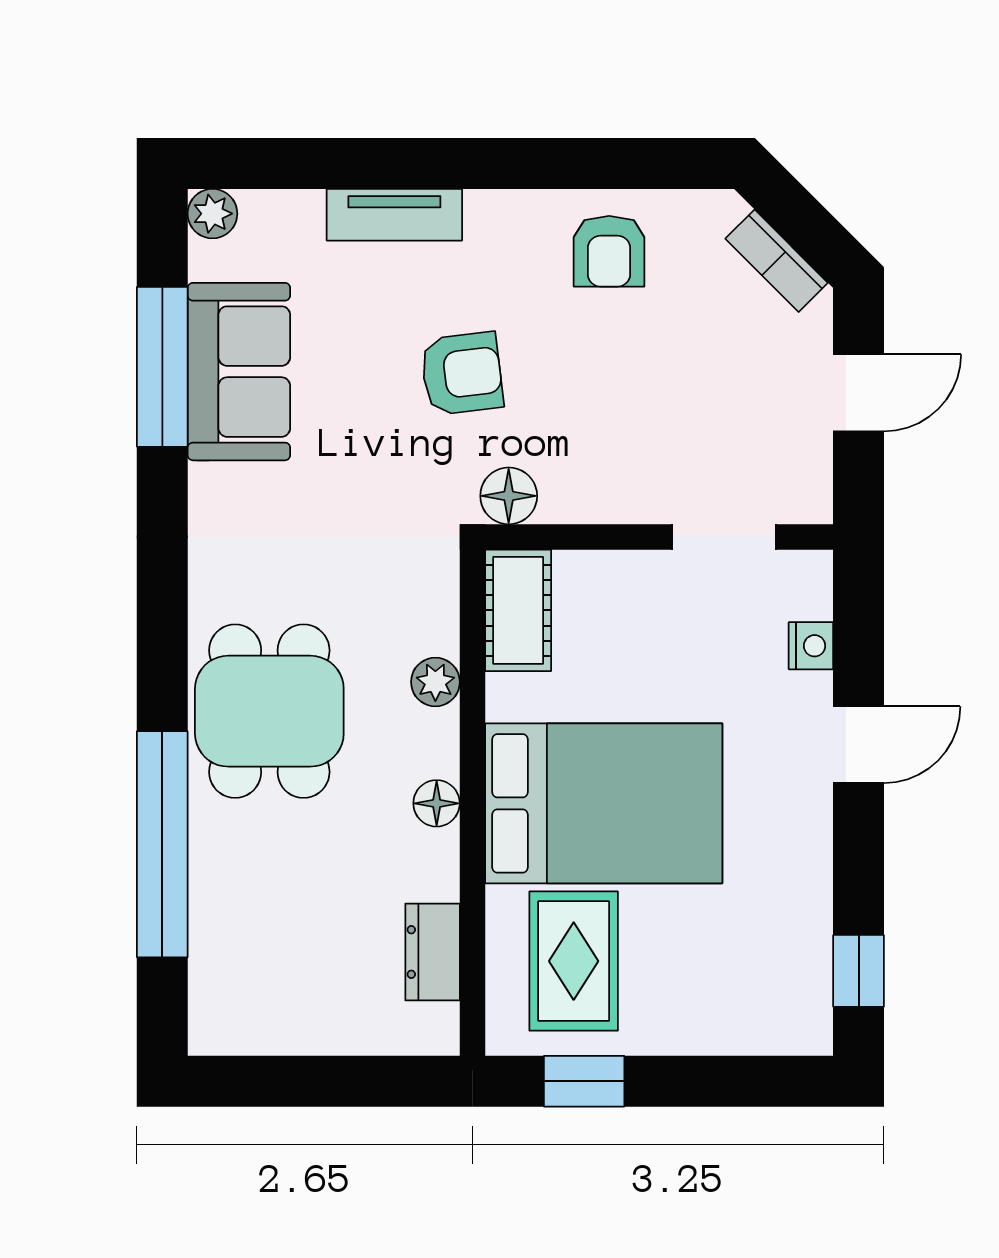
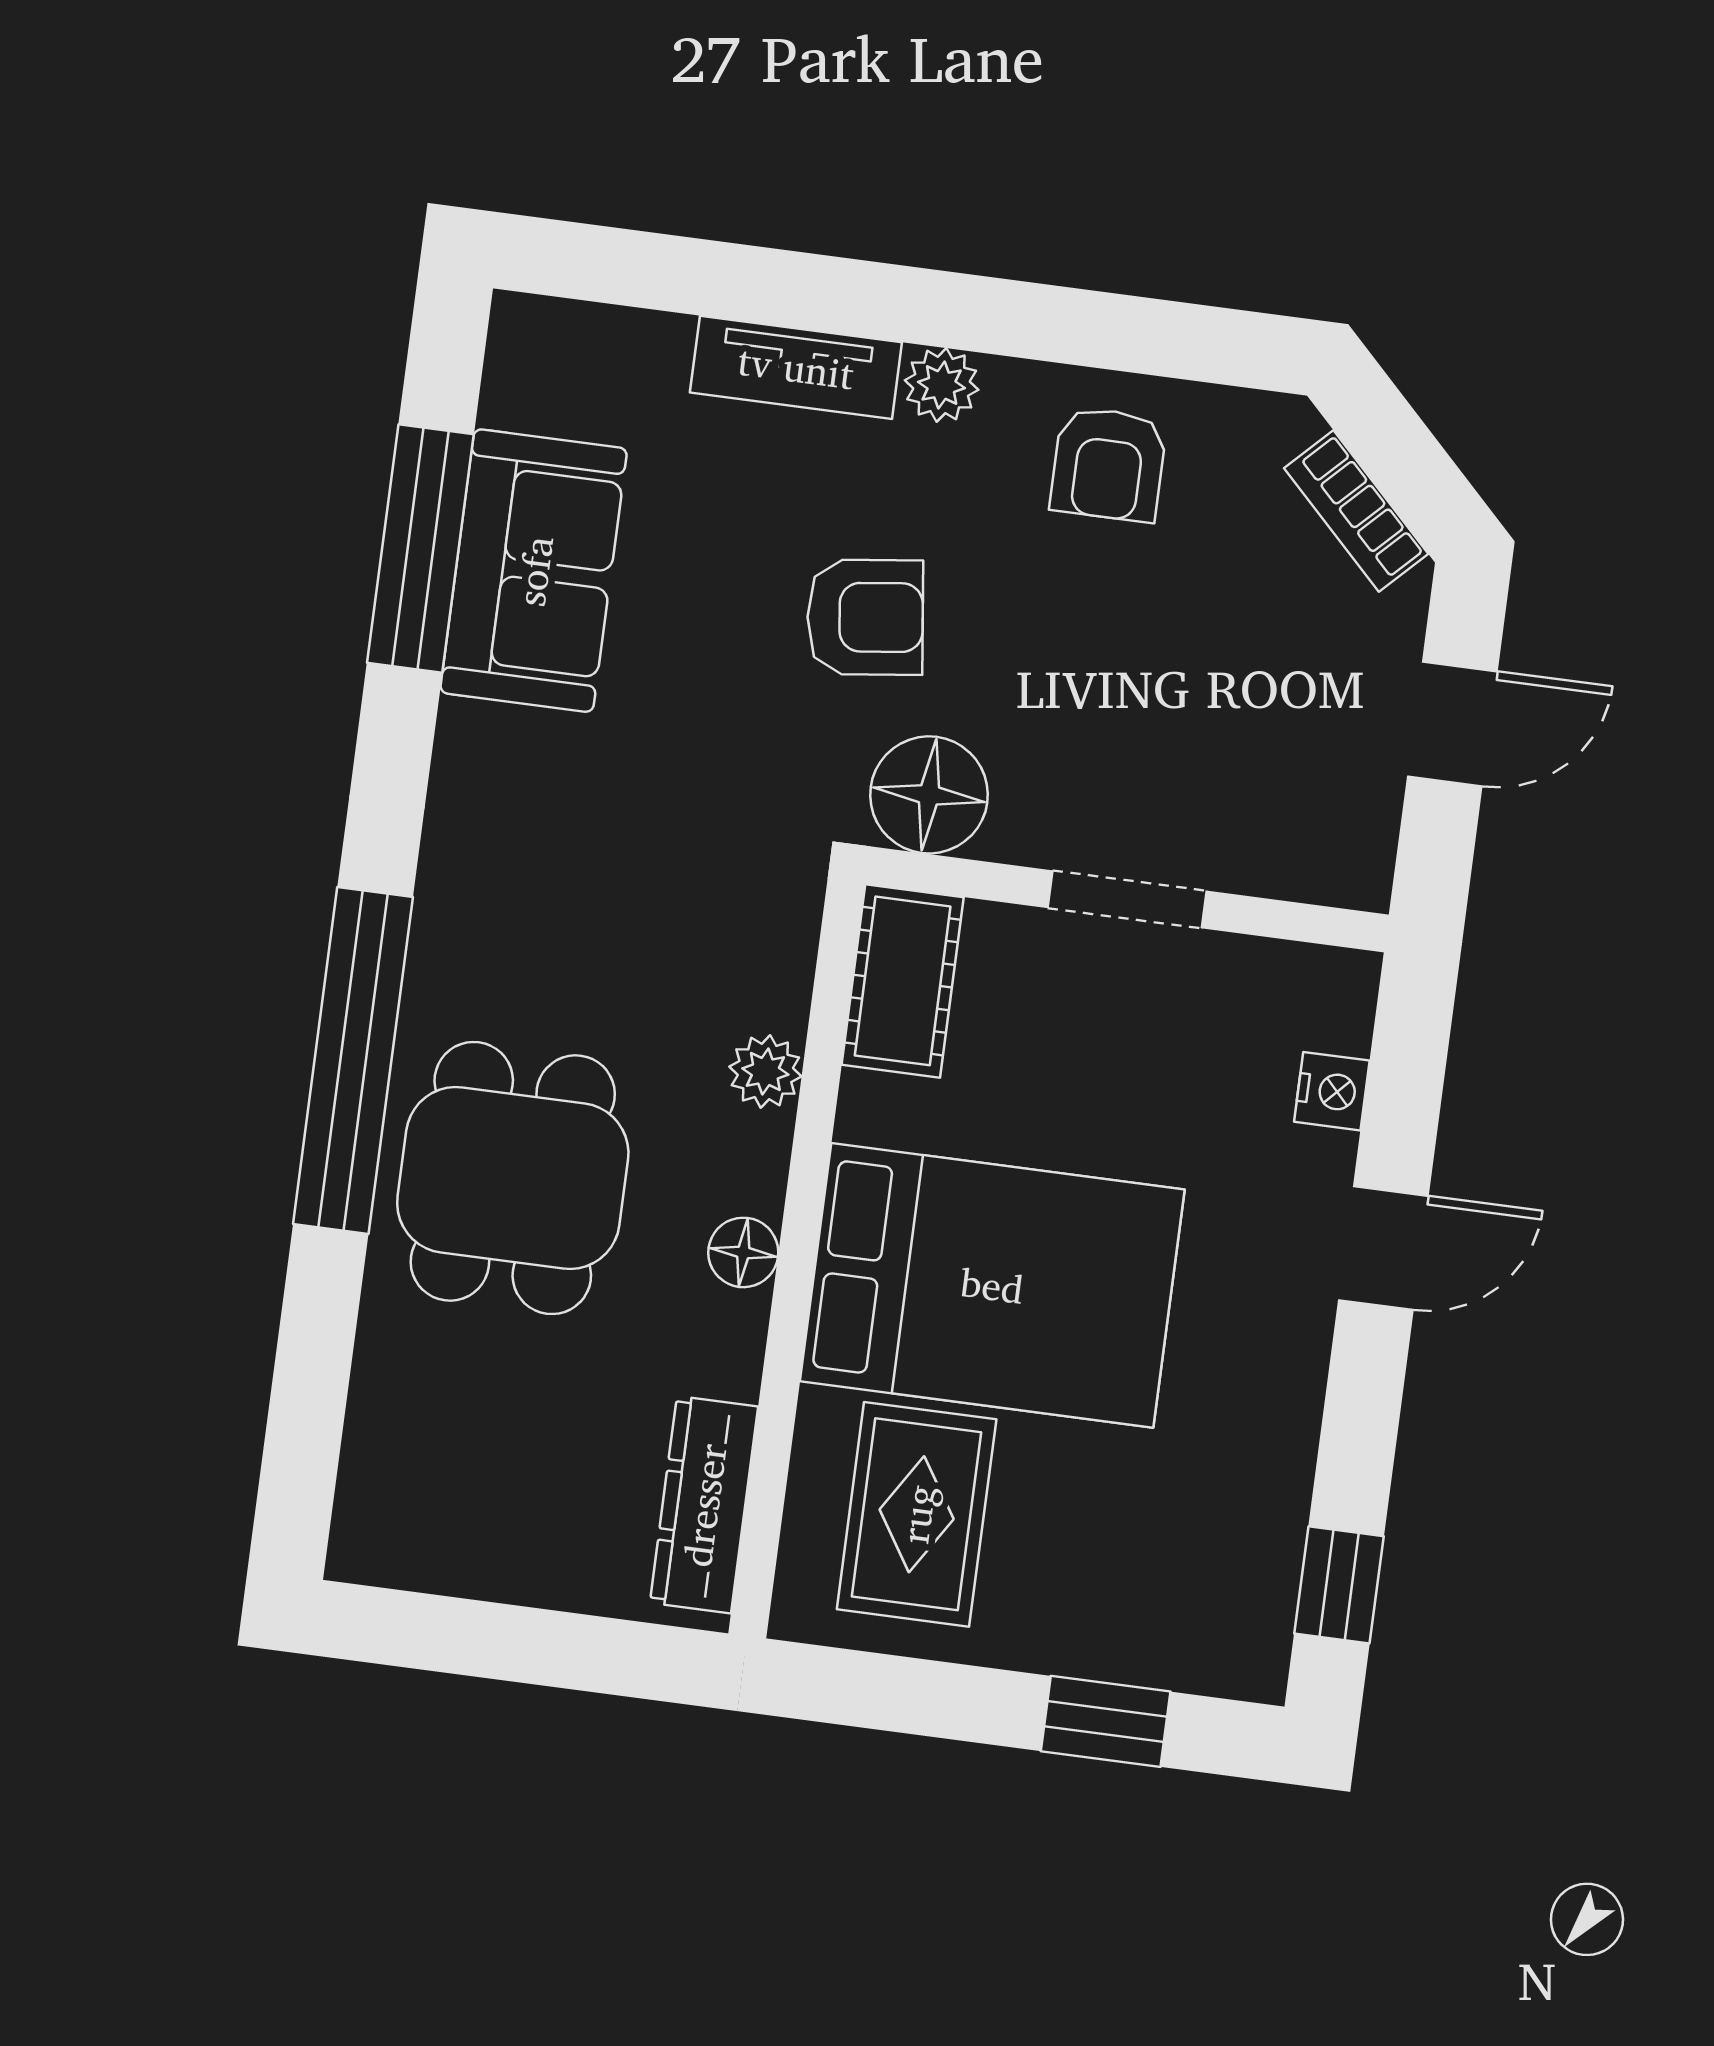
plant: (212, 214) -> (942, 385), moved
floor lamp: (509, 496) -> (929, 795), width x1.38, depth x1.38
doorway: (724, 537) -> (1127, 899), moved
dining table: (269, 711) -> (513, 1178), moved
window: (162, 844) -> (353, 1061), moved
dresser: (433, 952) -> (704, 1505), width x1.44
window: (584, 1081) -> (1106, 1721), moved

